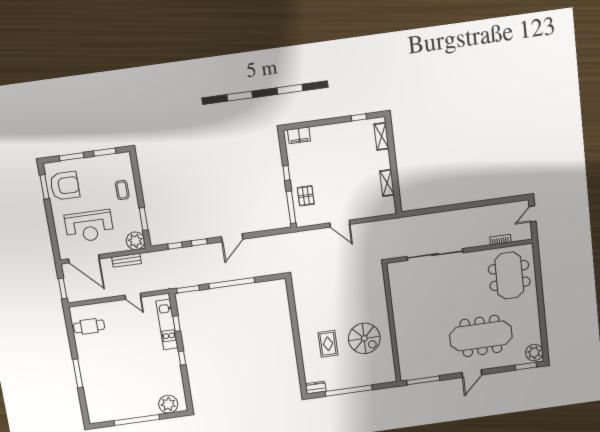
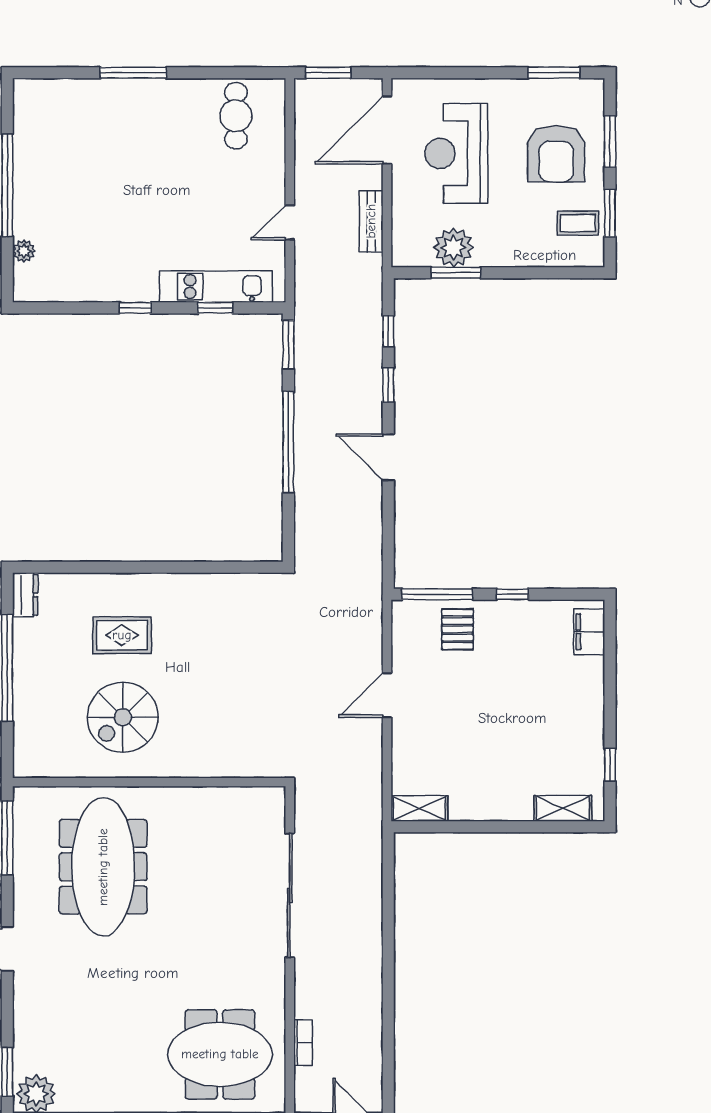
shelving: (387, 183) -> (419, 808), moved
armchair: (65, 186) -> (556, 154), moved
coffee table: (122, 190) -> (578, 223), moved
pallet: (306, 196) -> (458, 629), turned 90
plant: (135, 241) -> (453, 248), moved
meeting table: (481, 336) -> (103, 867), moved
plant: (168, 404) -> (24, 251), width x0.53, depth x0.53

